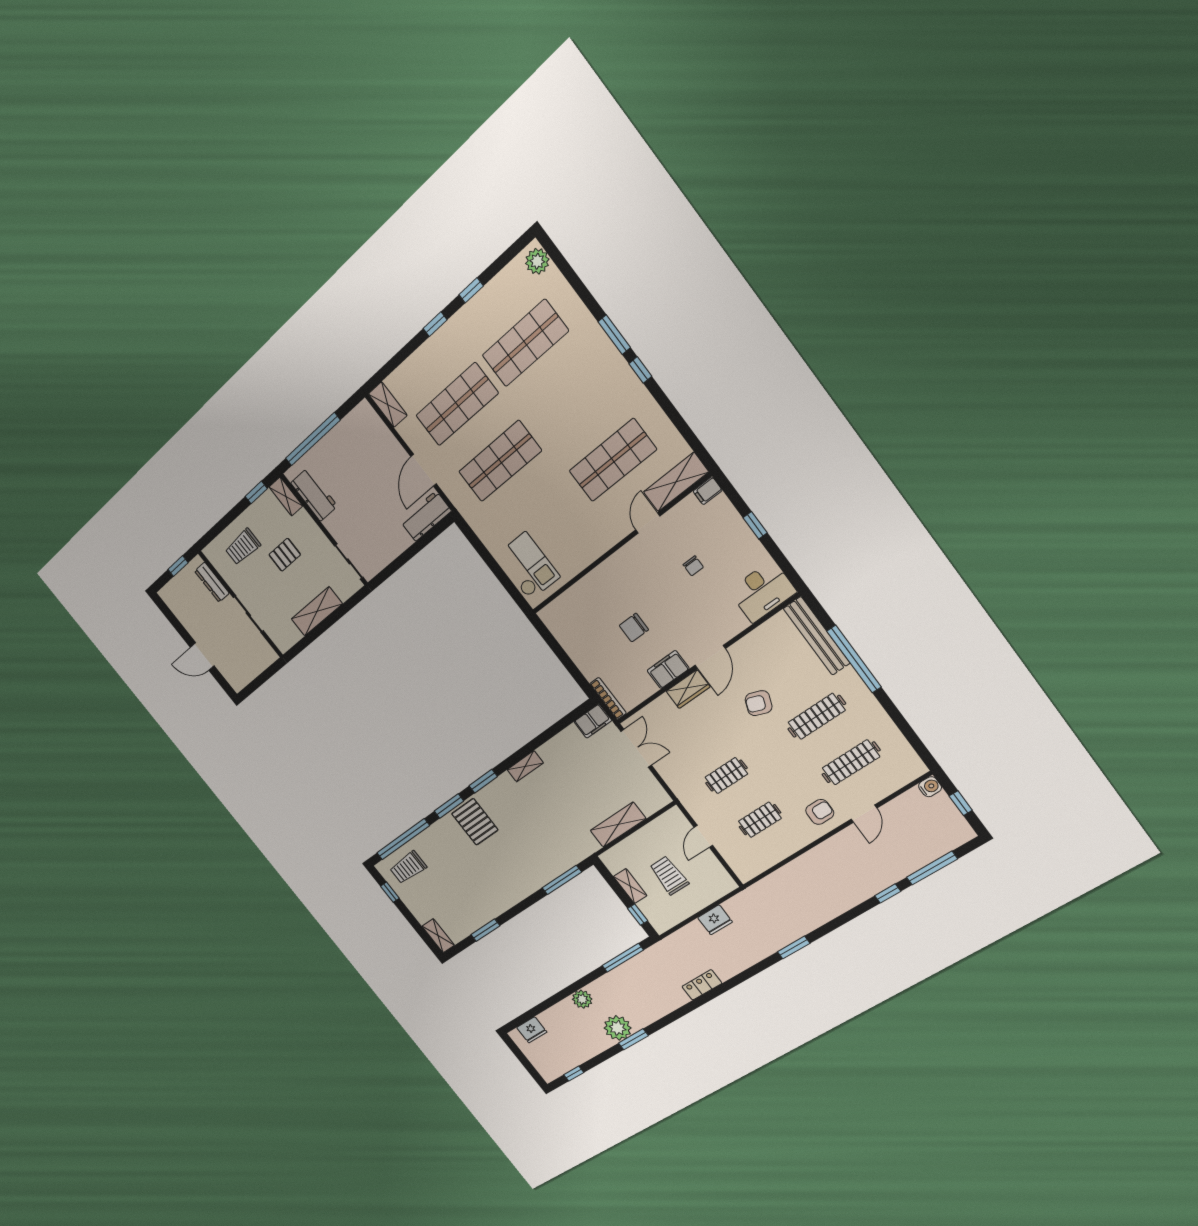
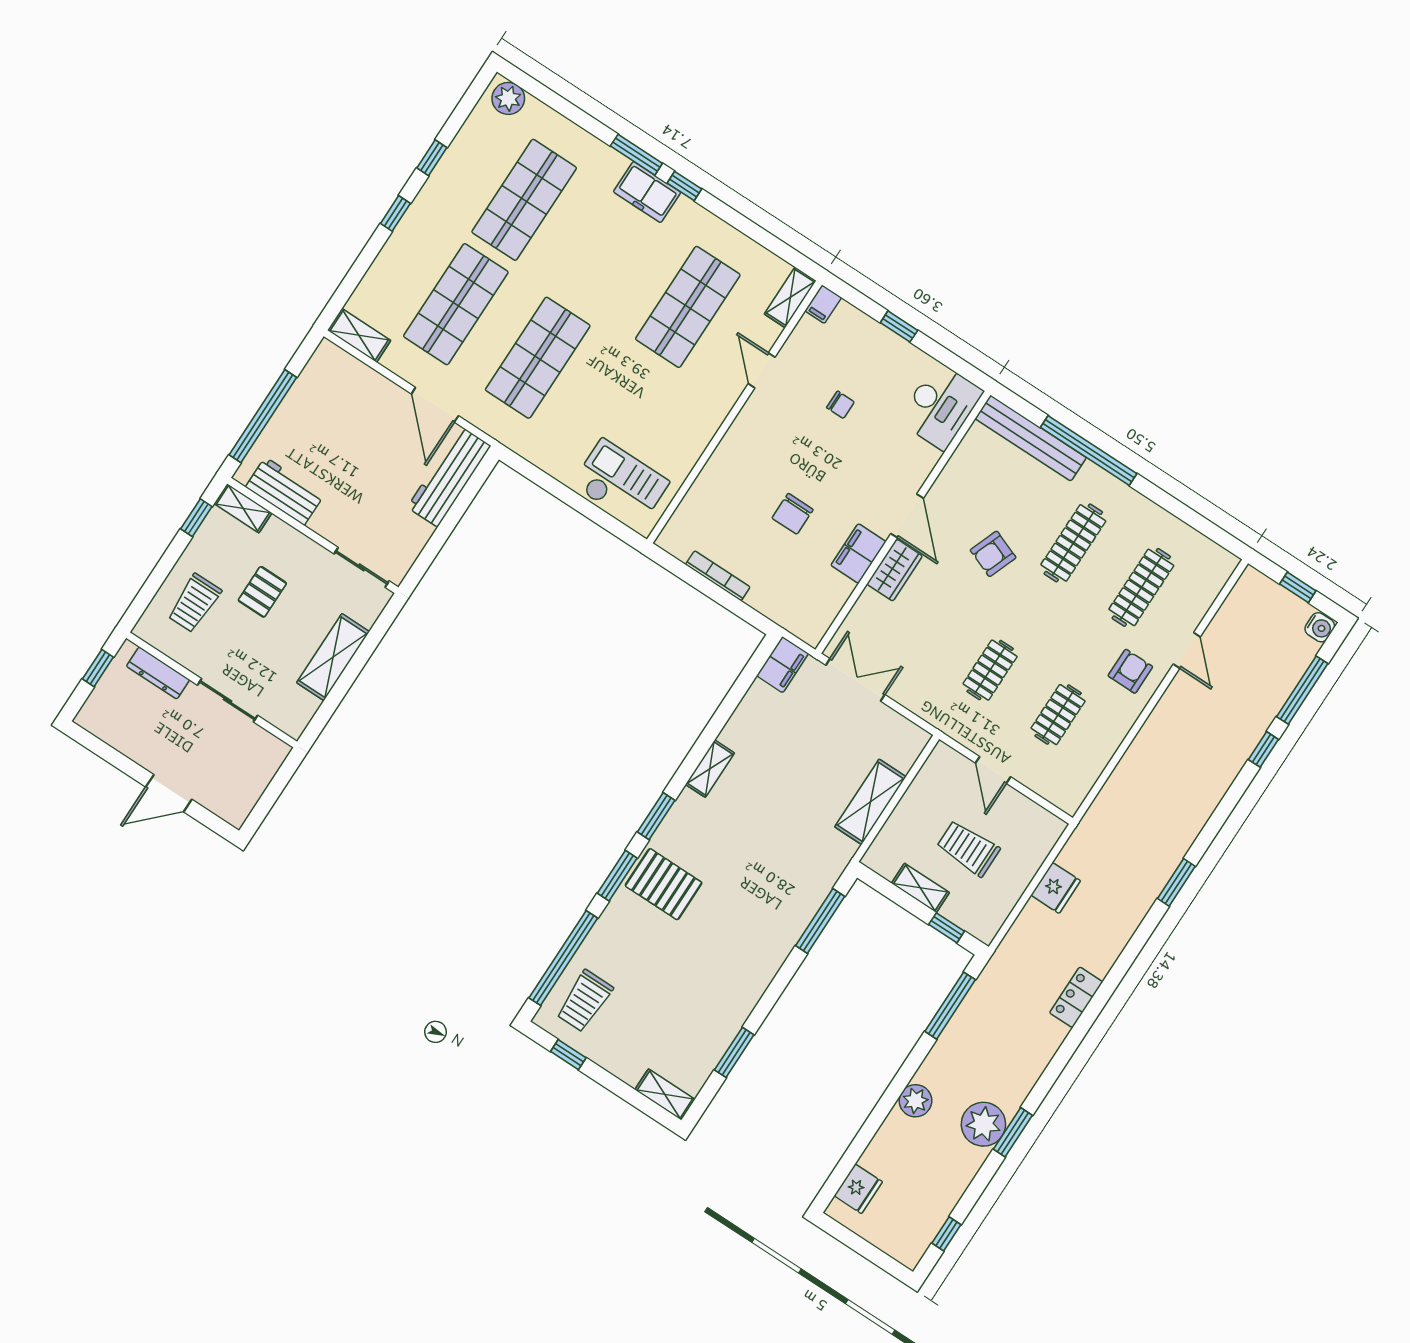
freezer: (612, 366) -> (647, 192), added
shelving: (676, 482) -> (790, 297), width x0.67, depth x0.75
workbench: (426, 516) -> (449, 476), width x1.38
bookcase: (608, 698) -> (718, 576), moved
water cooler: (930, 787) -> (1320, 627), moved, turned 90

